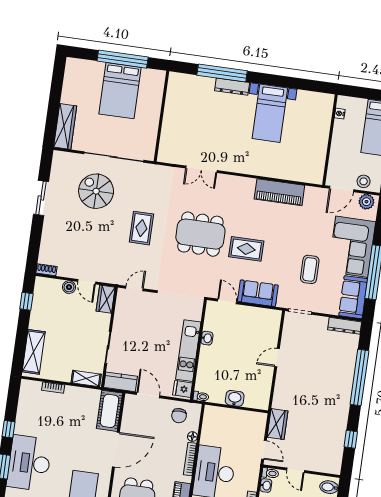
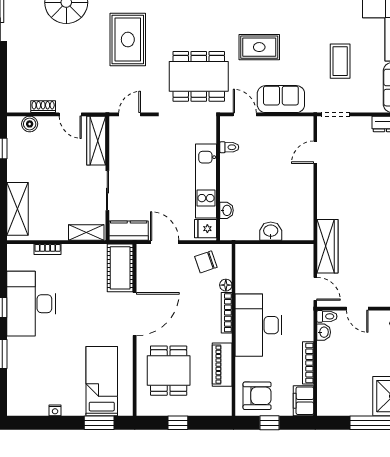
rug: (141, 228) -> (128, 40), width x1.36, depth x1.43
dining table: (200, 234) -> (199, 76), moved
shoe rack: (47, 270) -> (43, 107), moved
boiler: (69, 287) -> (30, 124), moved
wardrobe: (106, 299) -> (96, 141), width x1.50
washbasin: (207, 338) -> (227, 210), moved
door: (277, 358) -> (315, 152), moved
toilet: (201, 396) -> (229, 147), moved
chair: (179, 416) -> (206, 262), turned 71
wardrobe: (278, 424) -> (327, 246), width x1.50
desk: (29, 463) -> (31, 304), moved

